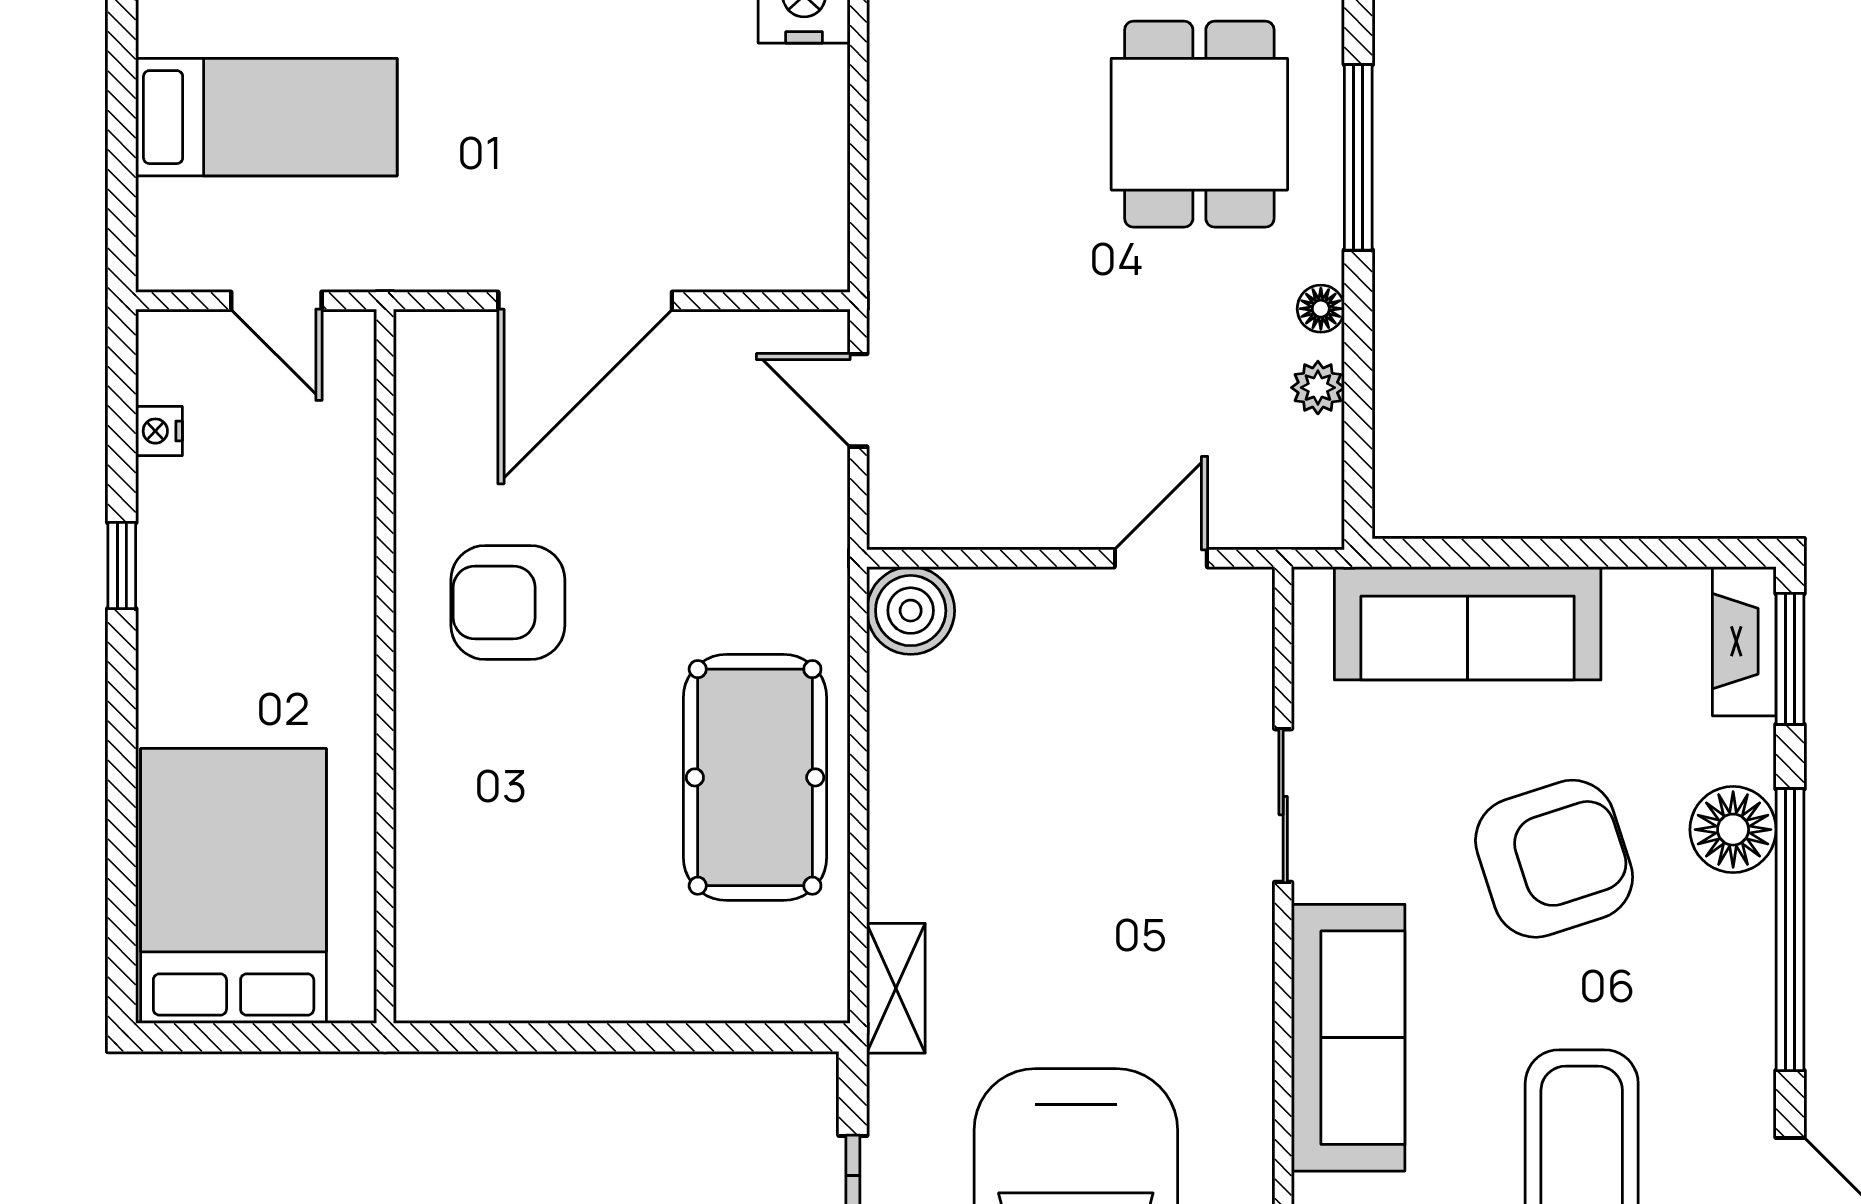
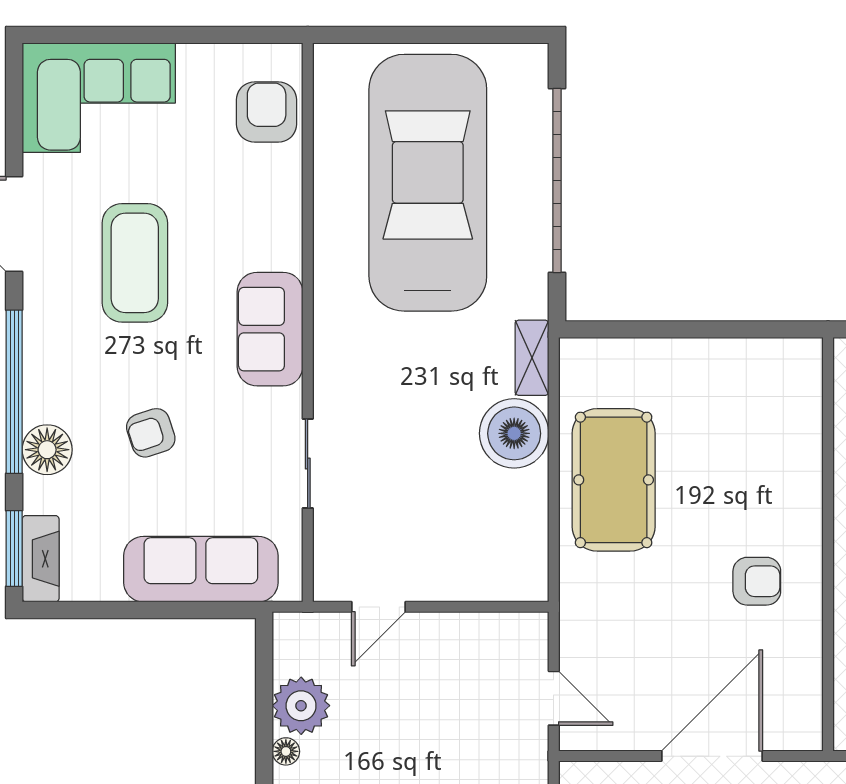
plant: (1318, 388) -> (301, 706), width x1.87, depth x1.87
armchair: (508, 602) -> (757, 581), width x0.72, depth x0.72
boiler: (911, 611) -> (514, 433), moved, width x1.37, depth x1.37
armchair: (1554, 859) -> (151, 433), width x0.53, depth x0.53
sofa: (1348, 1038) -> (270, 329), width x0.73

